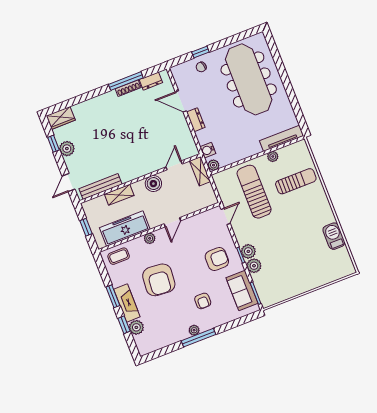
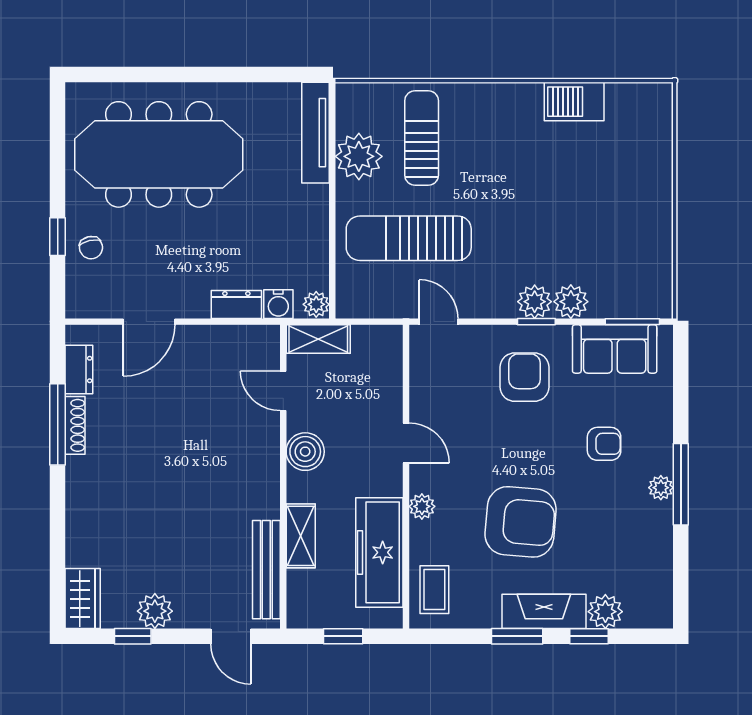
dresser: (196, 120) -> (236, 304), moved
plant: (273, 157) -> (359, 156), width x1.87, depth x1.87

